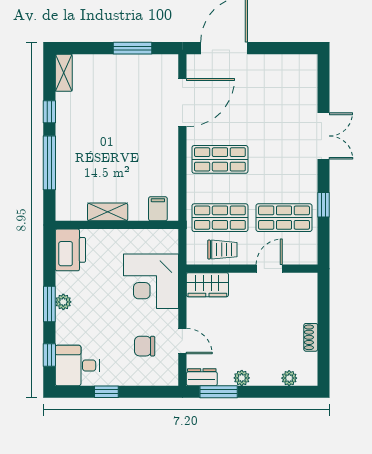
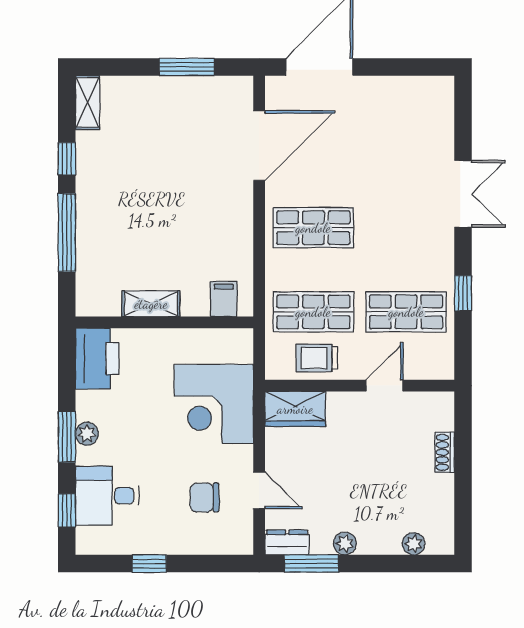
trolley: (222, 250) -> (317, 358), turned 180
shoe rack: (311, 337) -> (445, 452), moved
desk: (77, 366) -> (107, 496), moved

